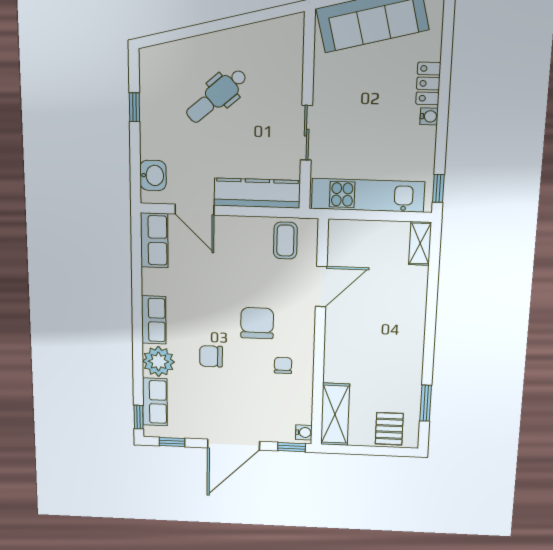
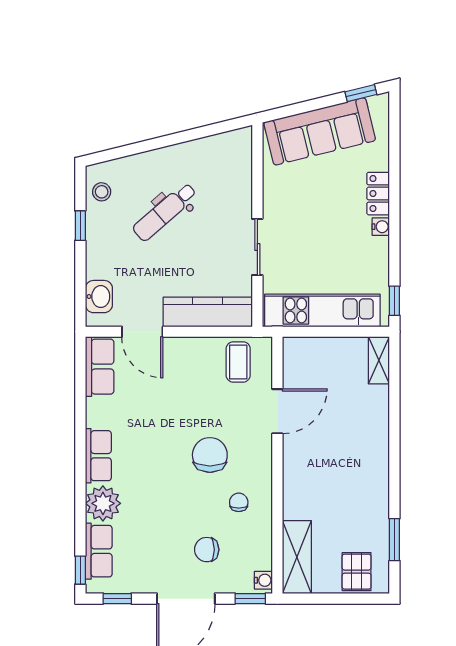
stool: (155, 75) -> (102, 192), added
chair: (211, 356) -> (207, 550), moved

